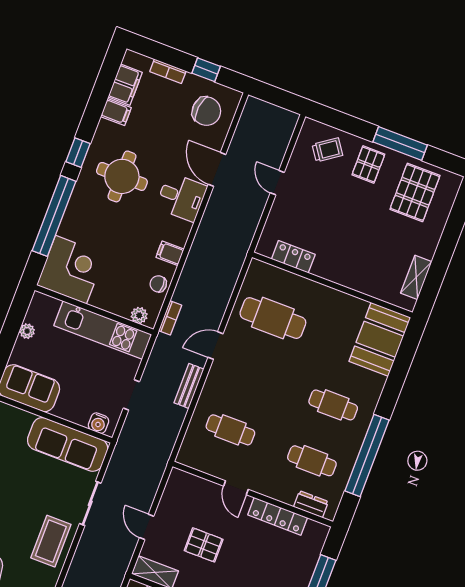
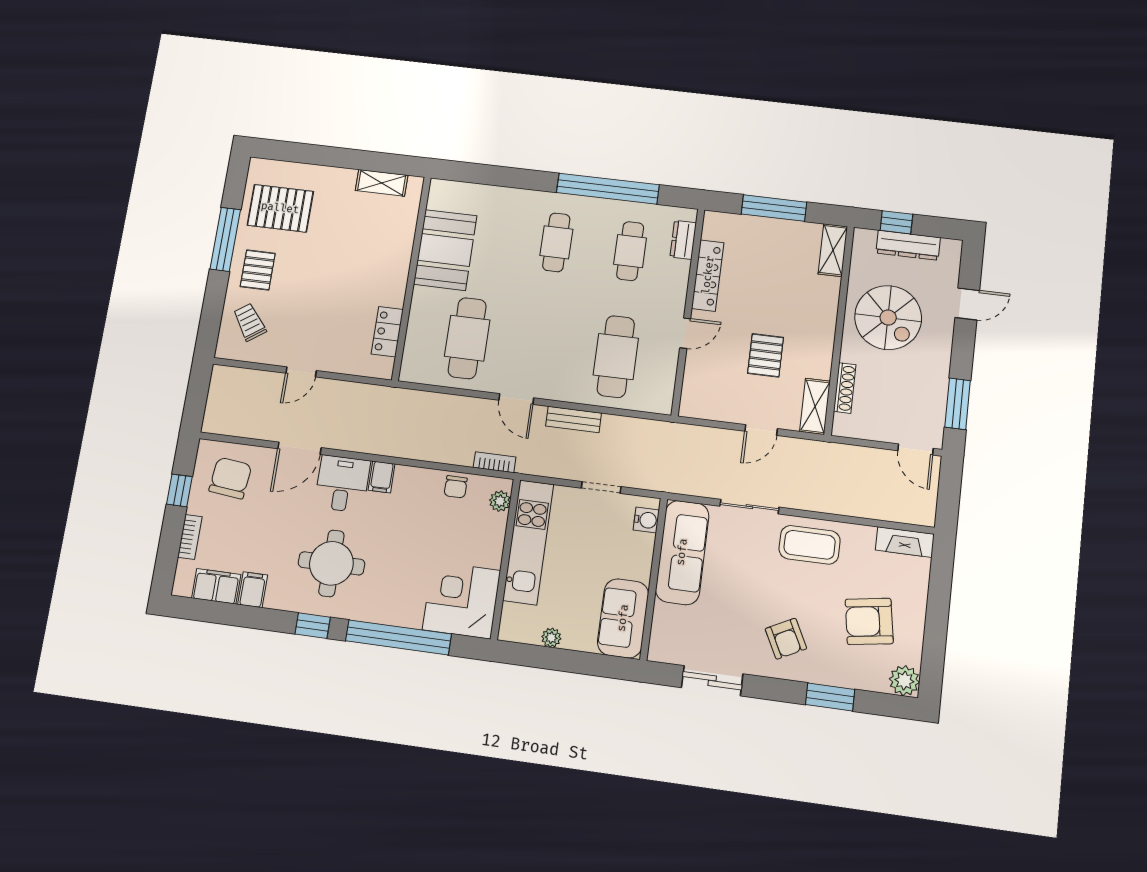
pallet: (368, 164) -> (258, 270), turned 90
filing cabinet: (170, 253) -> (382, 477), moved
booth: (380, 339) -> (445, 250), moved, turned 90
cafe table: (230, 430) -> (616, 357), width x1.37, depth x1.35

